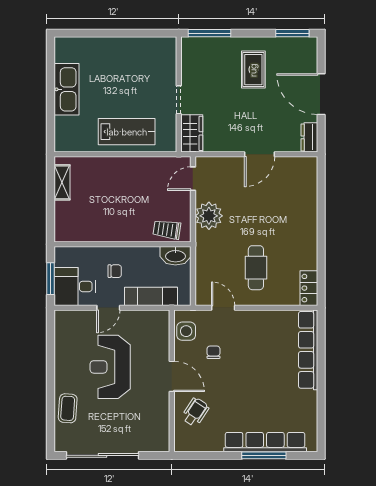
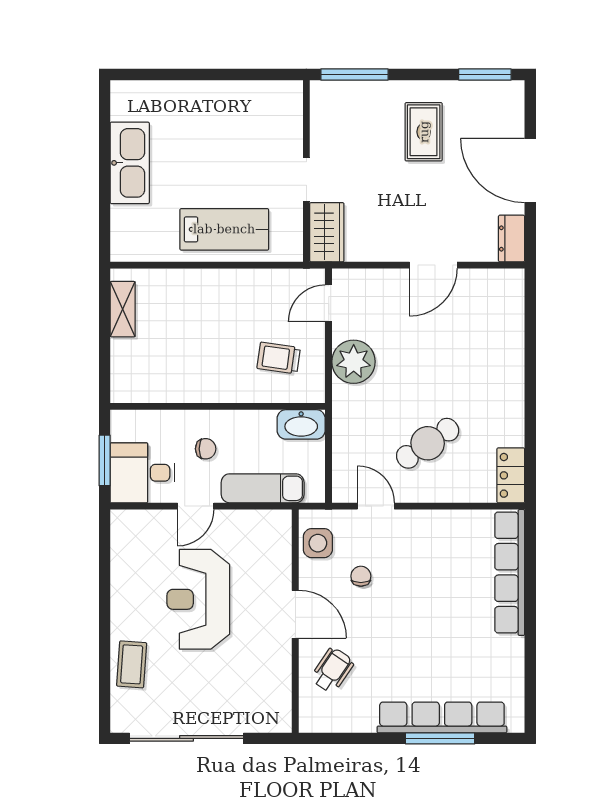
trolley: (167, 230) -> (279, 358), moved
cafe table: (256, 268) -> (428, 443), turned 56

